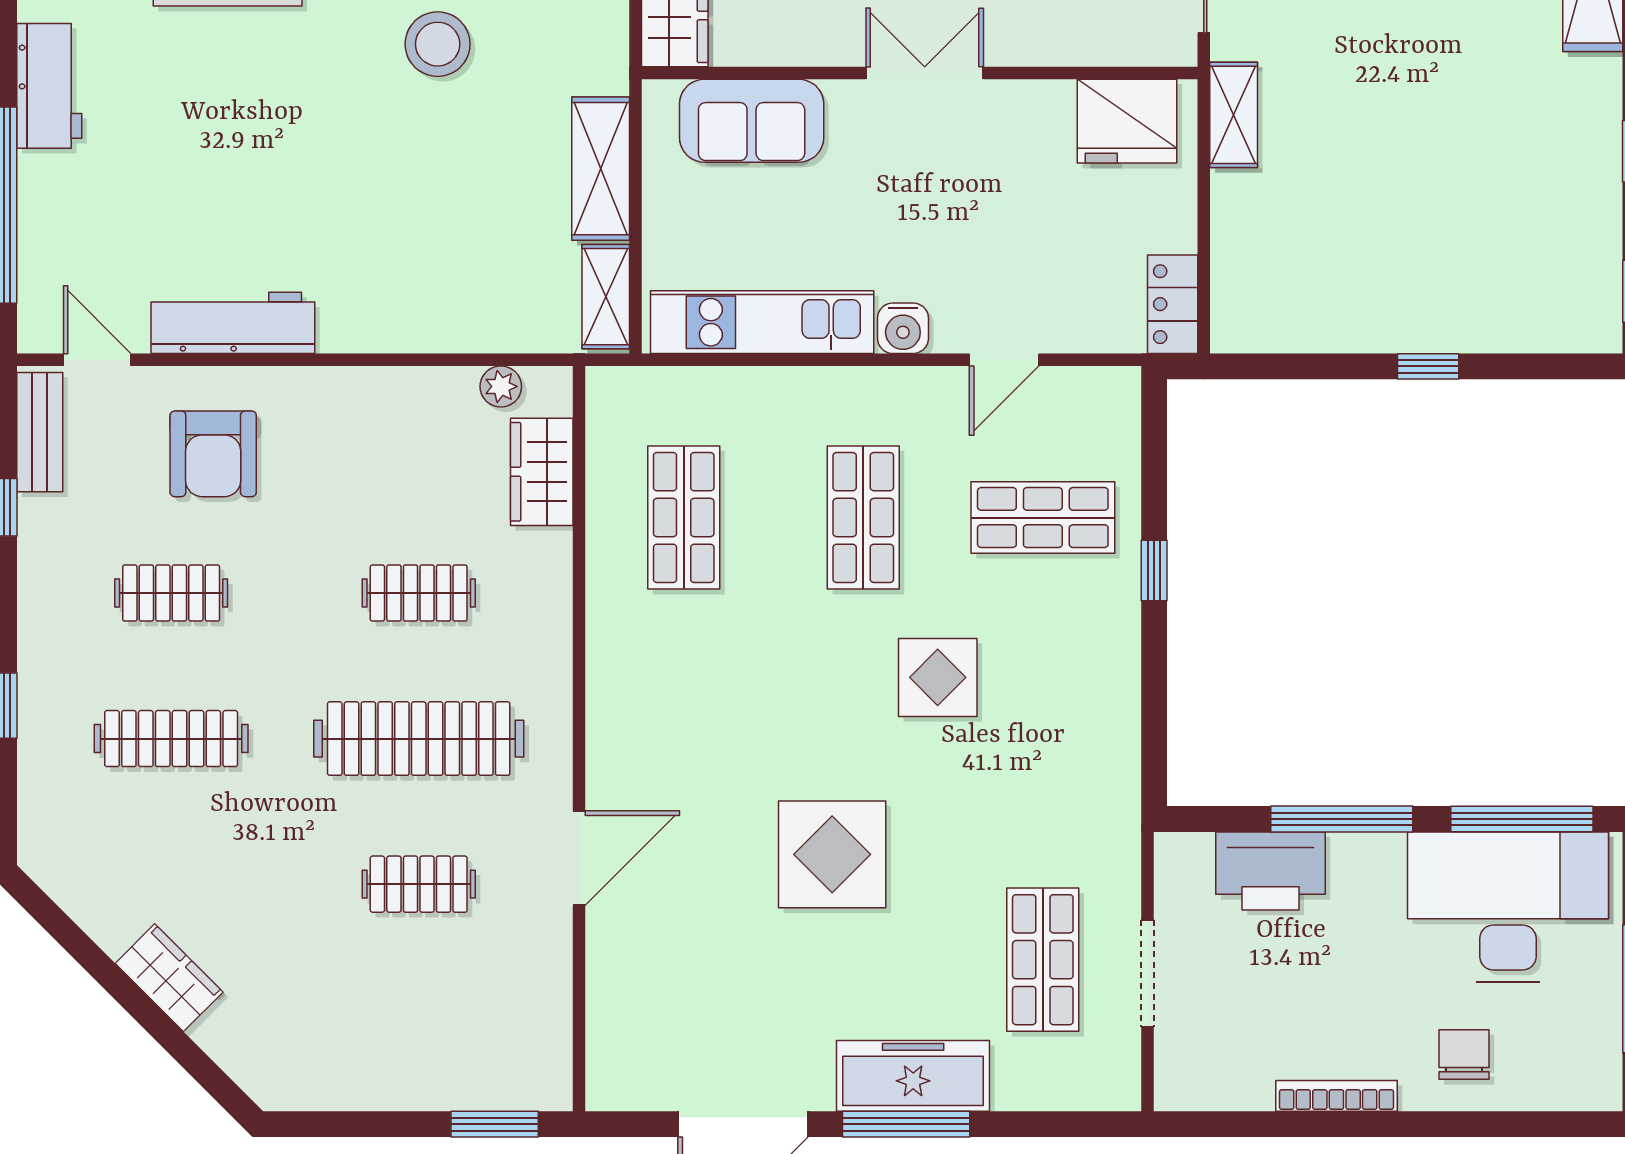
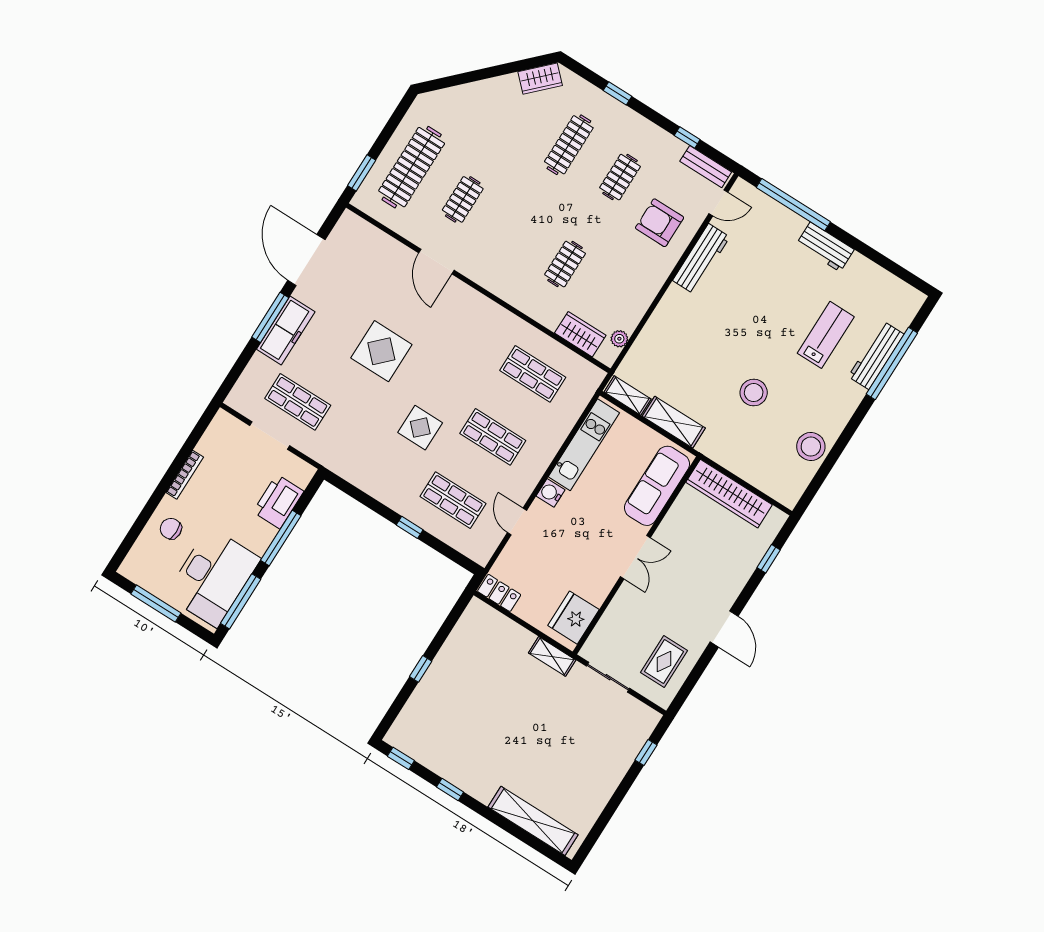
sofa: (752, 121) -> (657, 486), width x1.36
shop shelf: (1043, 518) -> (453, 500), turned 90
clothes rail: (419, 739) -> (412, 167), moved
wardrobe: (169, 978) -> (540, 79), moved
chair: (1464, 1055) -> (171, 529), turned 180

